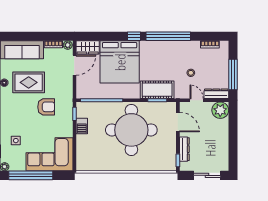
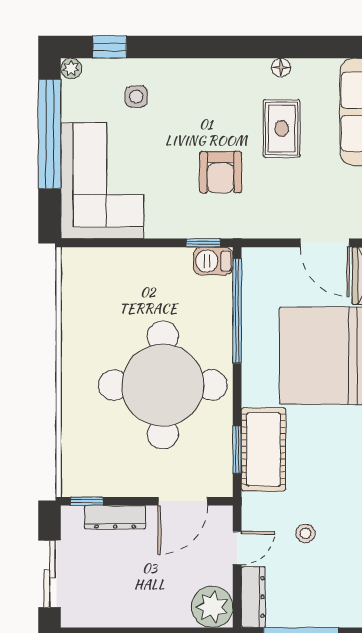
rug: (29, 82) -> (282, 128), width x0.73, depth x0.70
barbecue: (82, 126) -> (213, 261), moved

